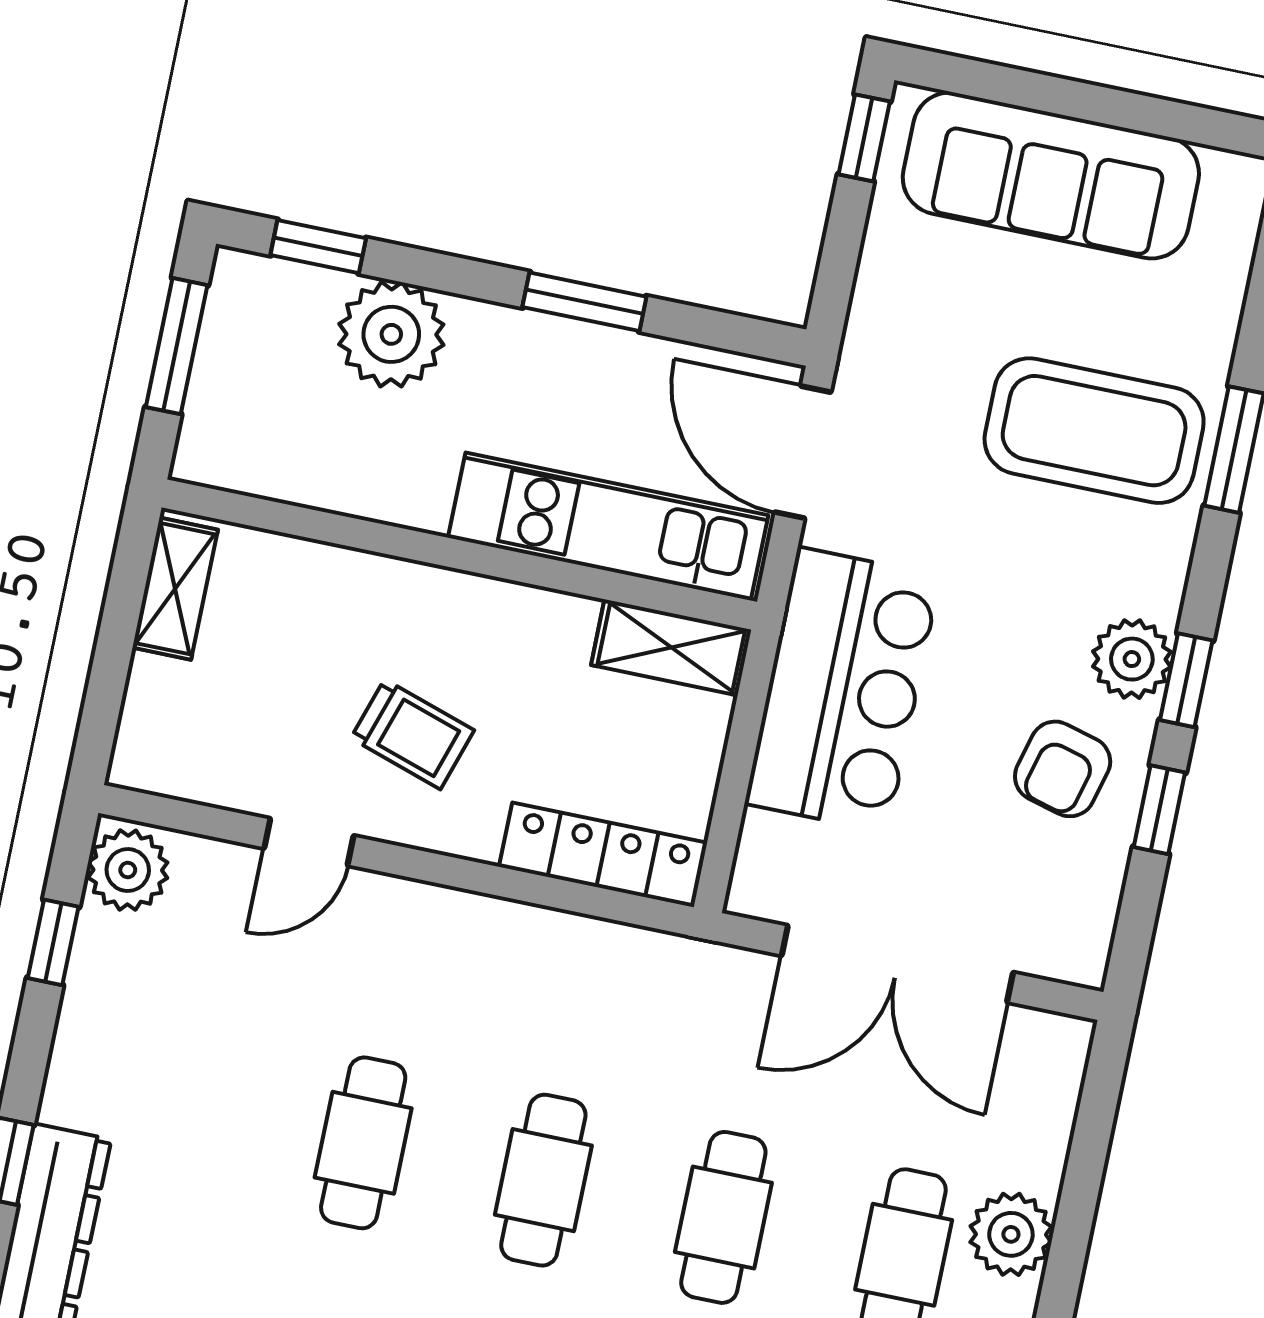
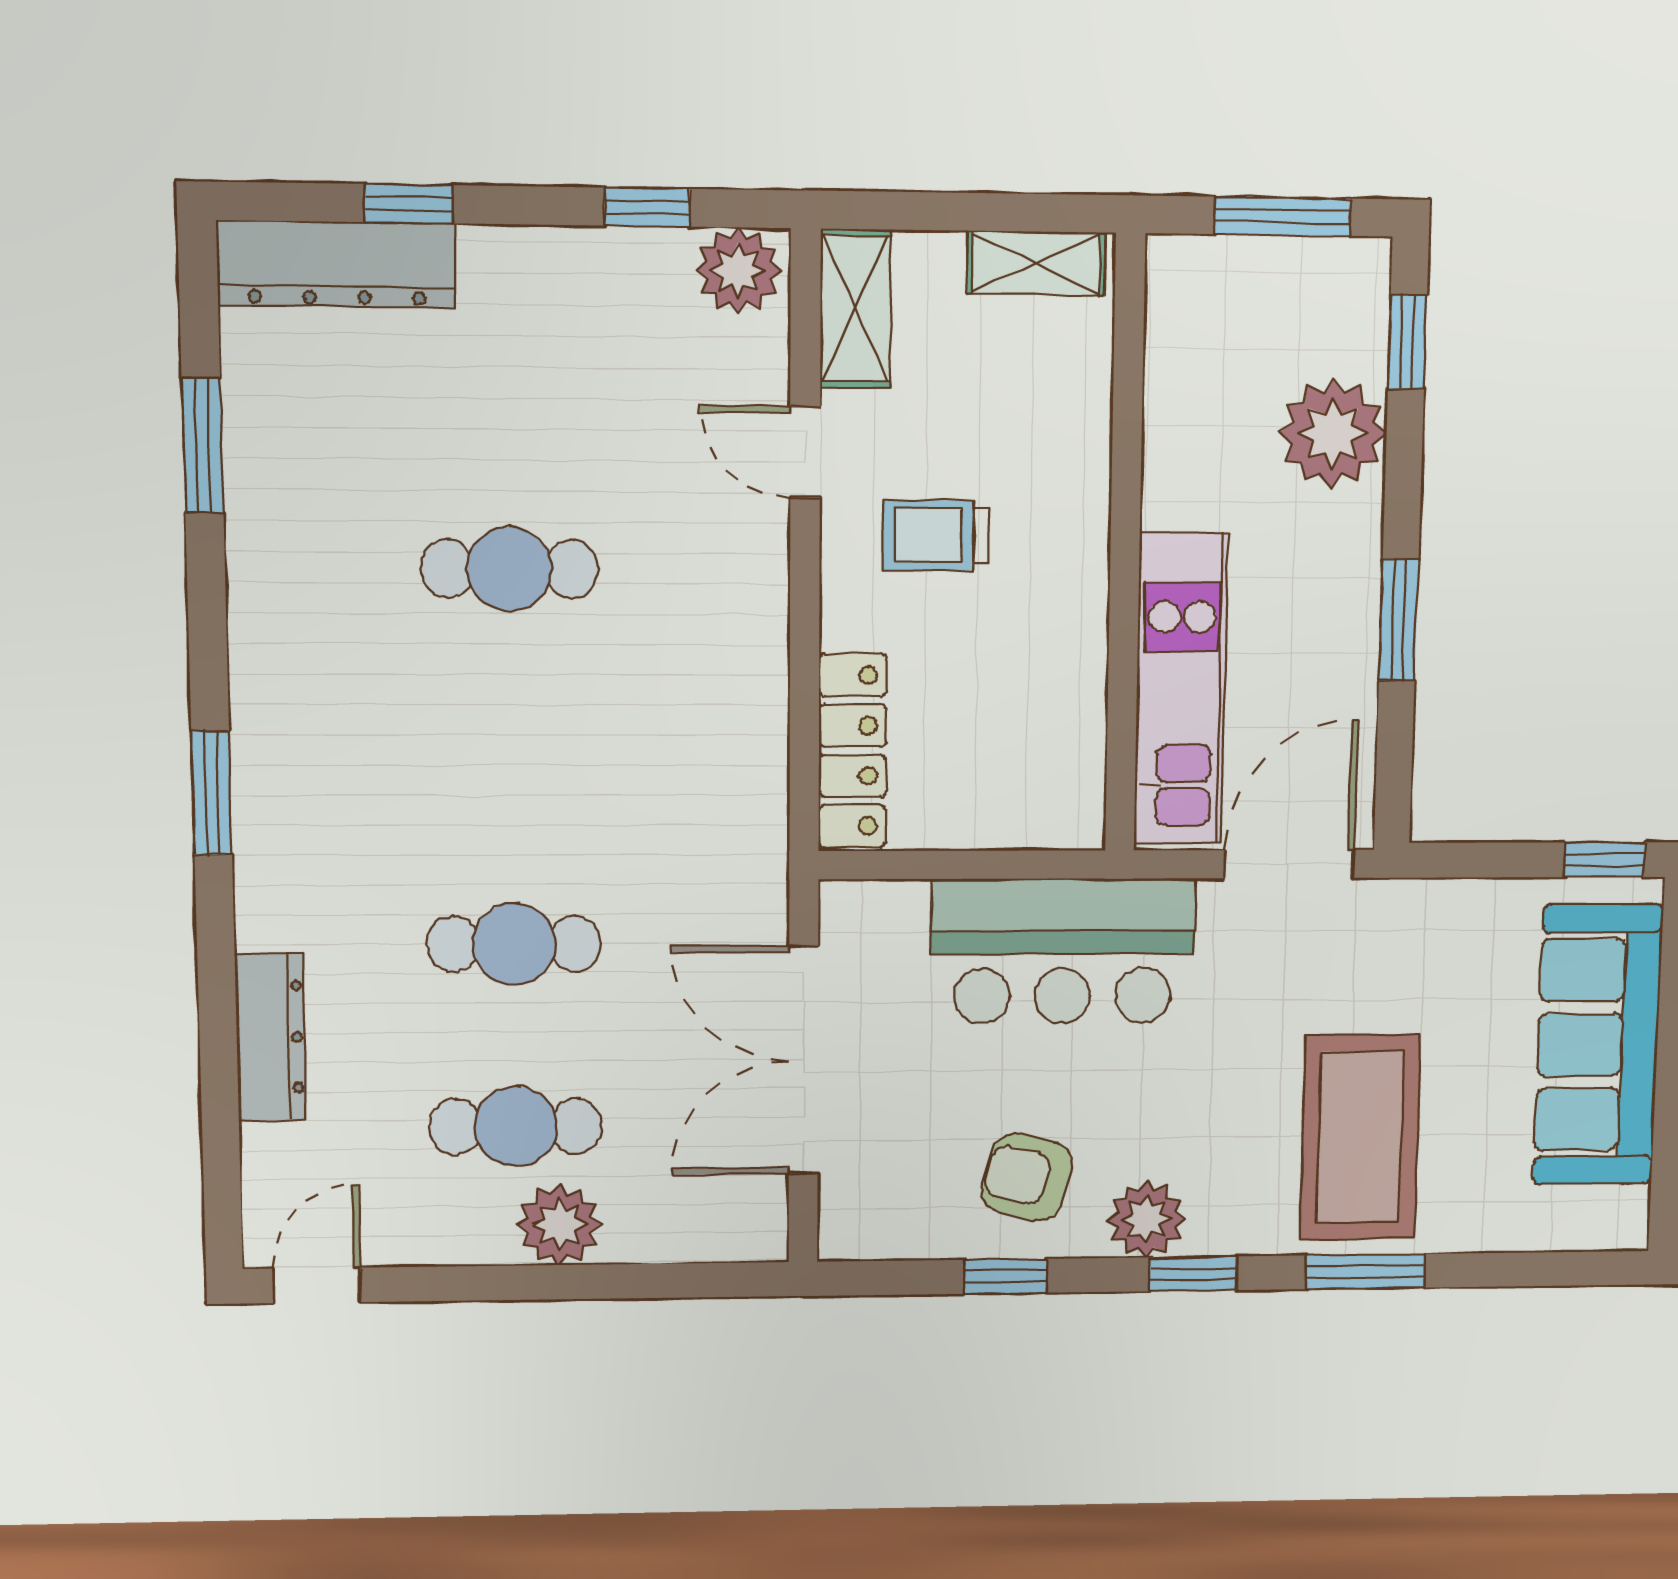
shelving: (671, 647) -> (856, 308), moved
window: (1186, 680) -> (1193, 1274), moved
trolley: (412, 734) -> (936, 535), turned 72
cafe table: (543, 1180) -> (512, 758), removed

